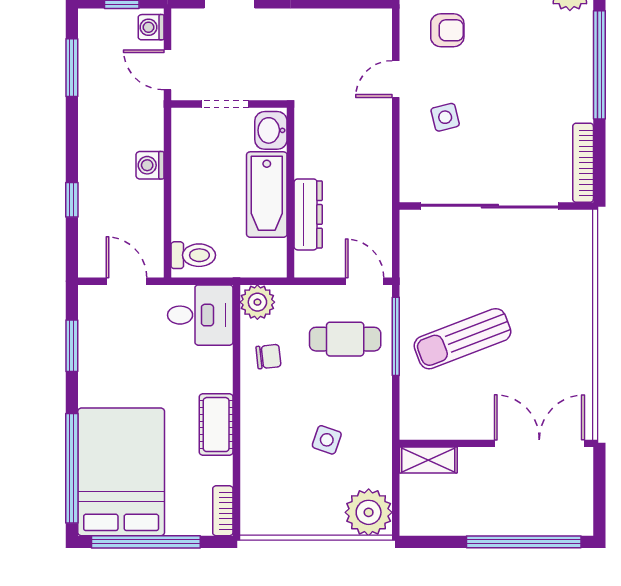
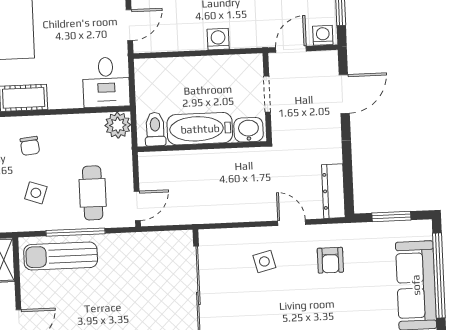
dresser: (308, 214) -> (333, 191), moved, turned 90
toilet: (193, 255) -> (155, 129), moved, turned 180
window: (396, 336) -> (76, 232), moved
sun lounger: (462, 339) -> (61, 256), moved, turned -69
chair: (268, 357) -> (30, 146), moved
side table: (327, 440) -> (36, 193), moved

